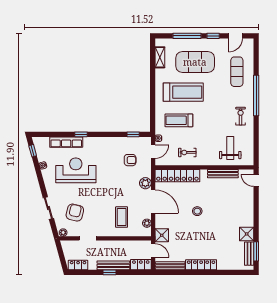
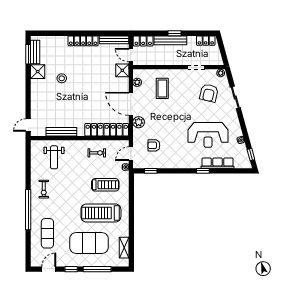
door: (256, 180) -> (28, 125), swing flipped
stool: (197, 211) -> (62, 78), moved

